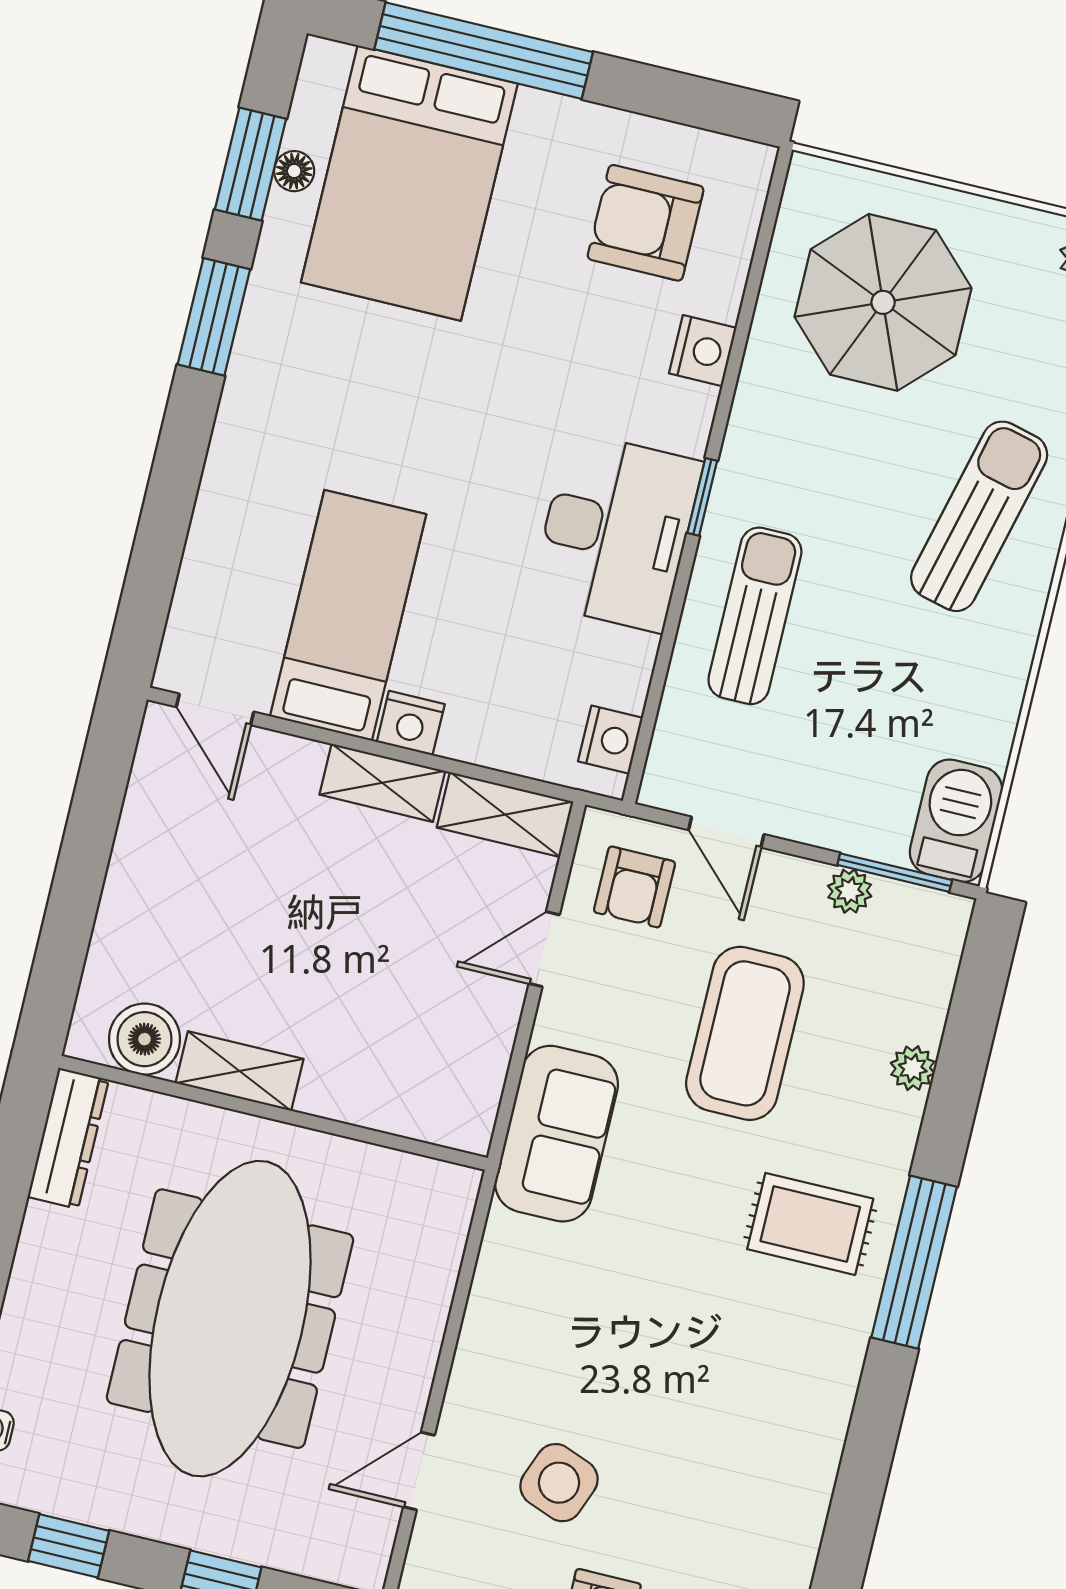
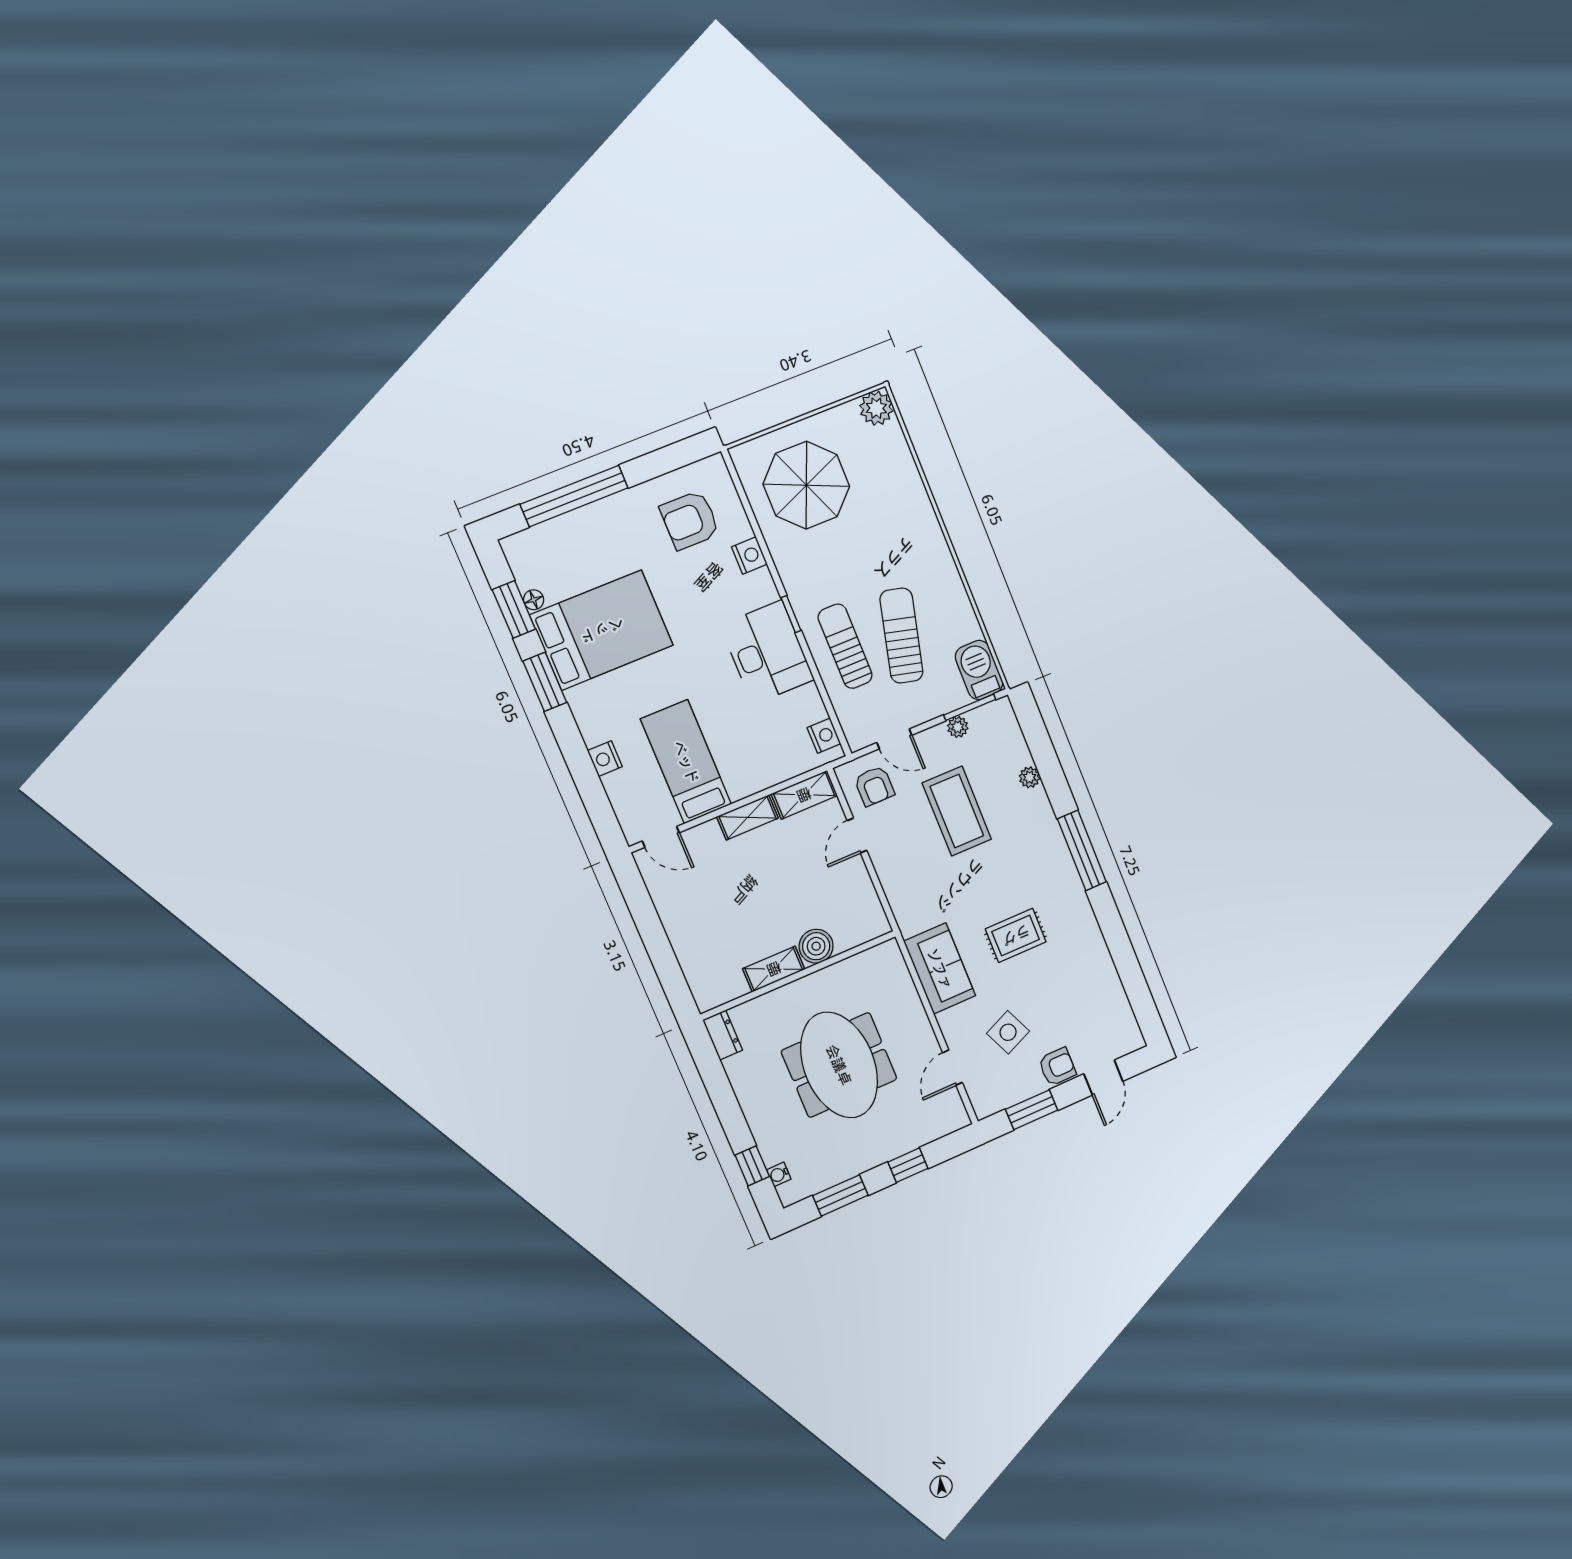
bed: (409, 183) -> (602, 630), moved, turned -90
sun lounger: (979, 516) -> (901, 636), moved
nightstand: (411, 723) -> (605, 759), moved, turned 90
boiler: (144, 1039) -> (816, 946), moved
sofa: (557, 1134) -> (940, 969), moved
dresser: (68, 1138) -> (723, 1035), width x0.70
rug: (810, 1224) -> (1016, 935), moved
meeting table: (230, 1319) -> (839, 1065), width x0.73
side table: (559, 1483) -> (1008, 1032), turned 45
window: (69, 1546) -> (840, 1195), width x1.50

